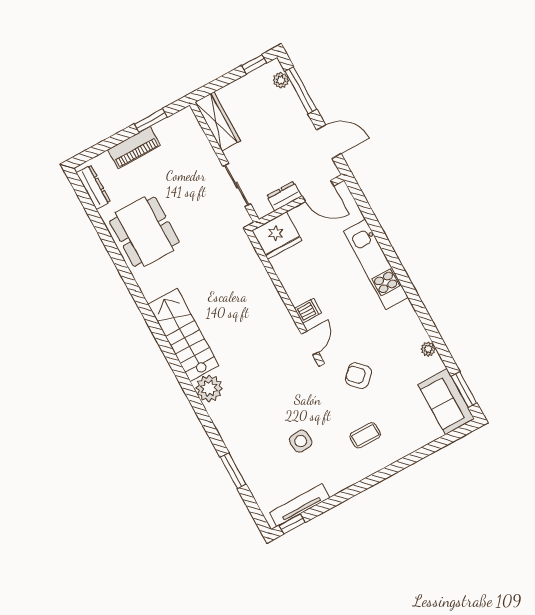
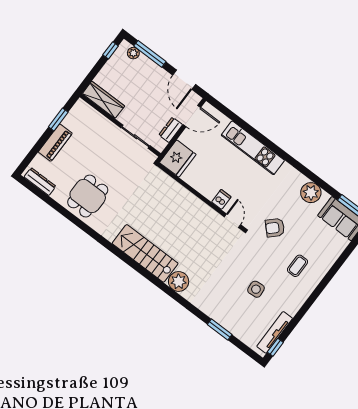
door: (329, 142) -> (184, 80), swing flipped
dining table: (144, 232) -> (88, 196), width x0.73
plant: (428, 349) -> (311, 193), width x1.88, depth x1.88

